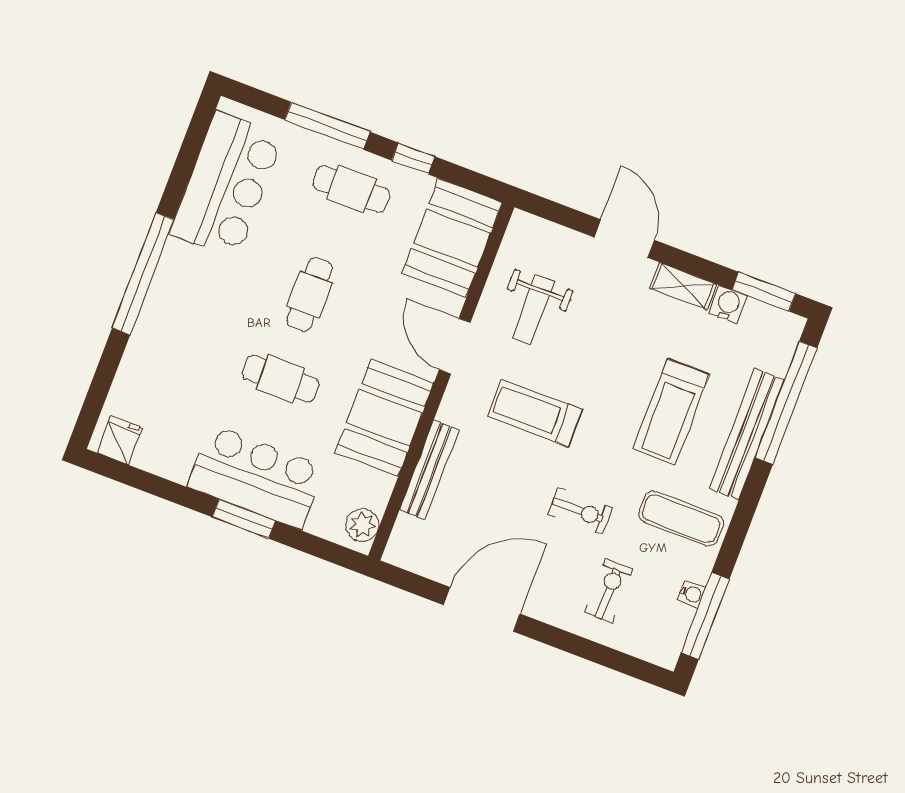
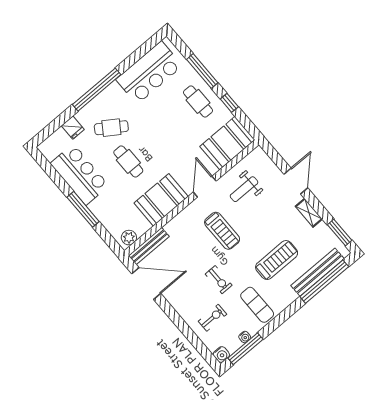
cafe table: (310, 294) -> (111, 128), moved, turned 34
water cooler: (728, 304) -> (221, 354), moved, turned 90
treadmill: (671, 412) -> (277, 260), turned 180
treadmill: (535, 413) -> (222, 231), turned 180
bench: (747, 434) -> (318, 272), moved
fridge: (120, 440) -> (73, 128), moved, turned 90
bench: (429, 470) -> (149, 246), moved
bar counter: (256, 477) -> (80, 175), moved
window: (244, 519) -> (83, 209), width x1.44
door: (482, 609) -> (146, 283), moved

